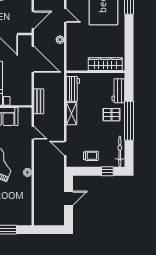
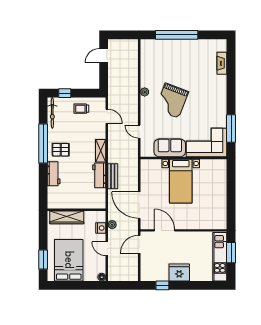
nightstand: (71, 36) -> (101, 228), added
wardrobe: (105, 64) -> (67, 217), moved
wall: (96, 72) -> (77, 210), moved
bench: (39, 101) -> (113, 176), moved
door: (68, 198) -> (104, 56), moved

